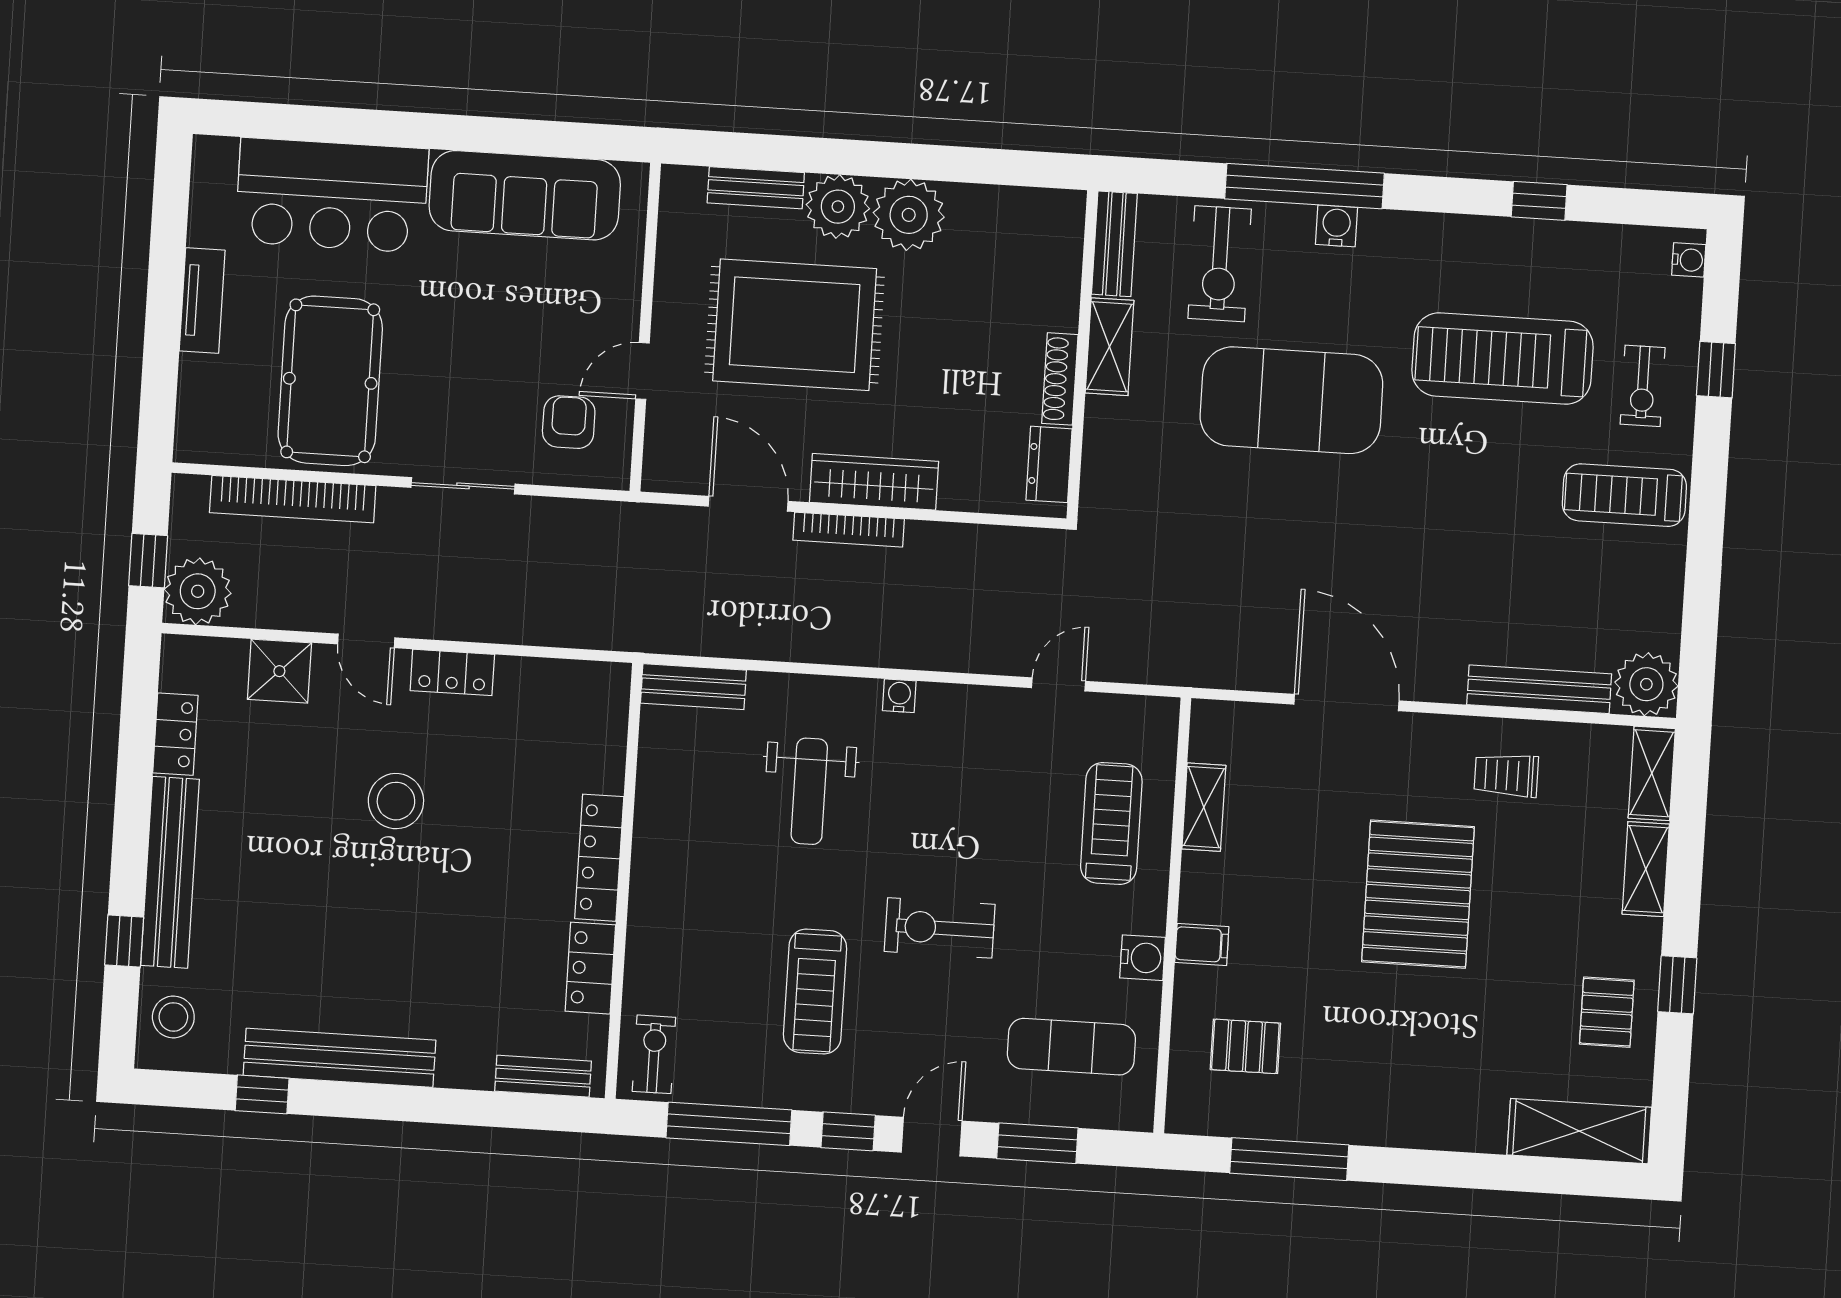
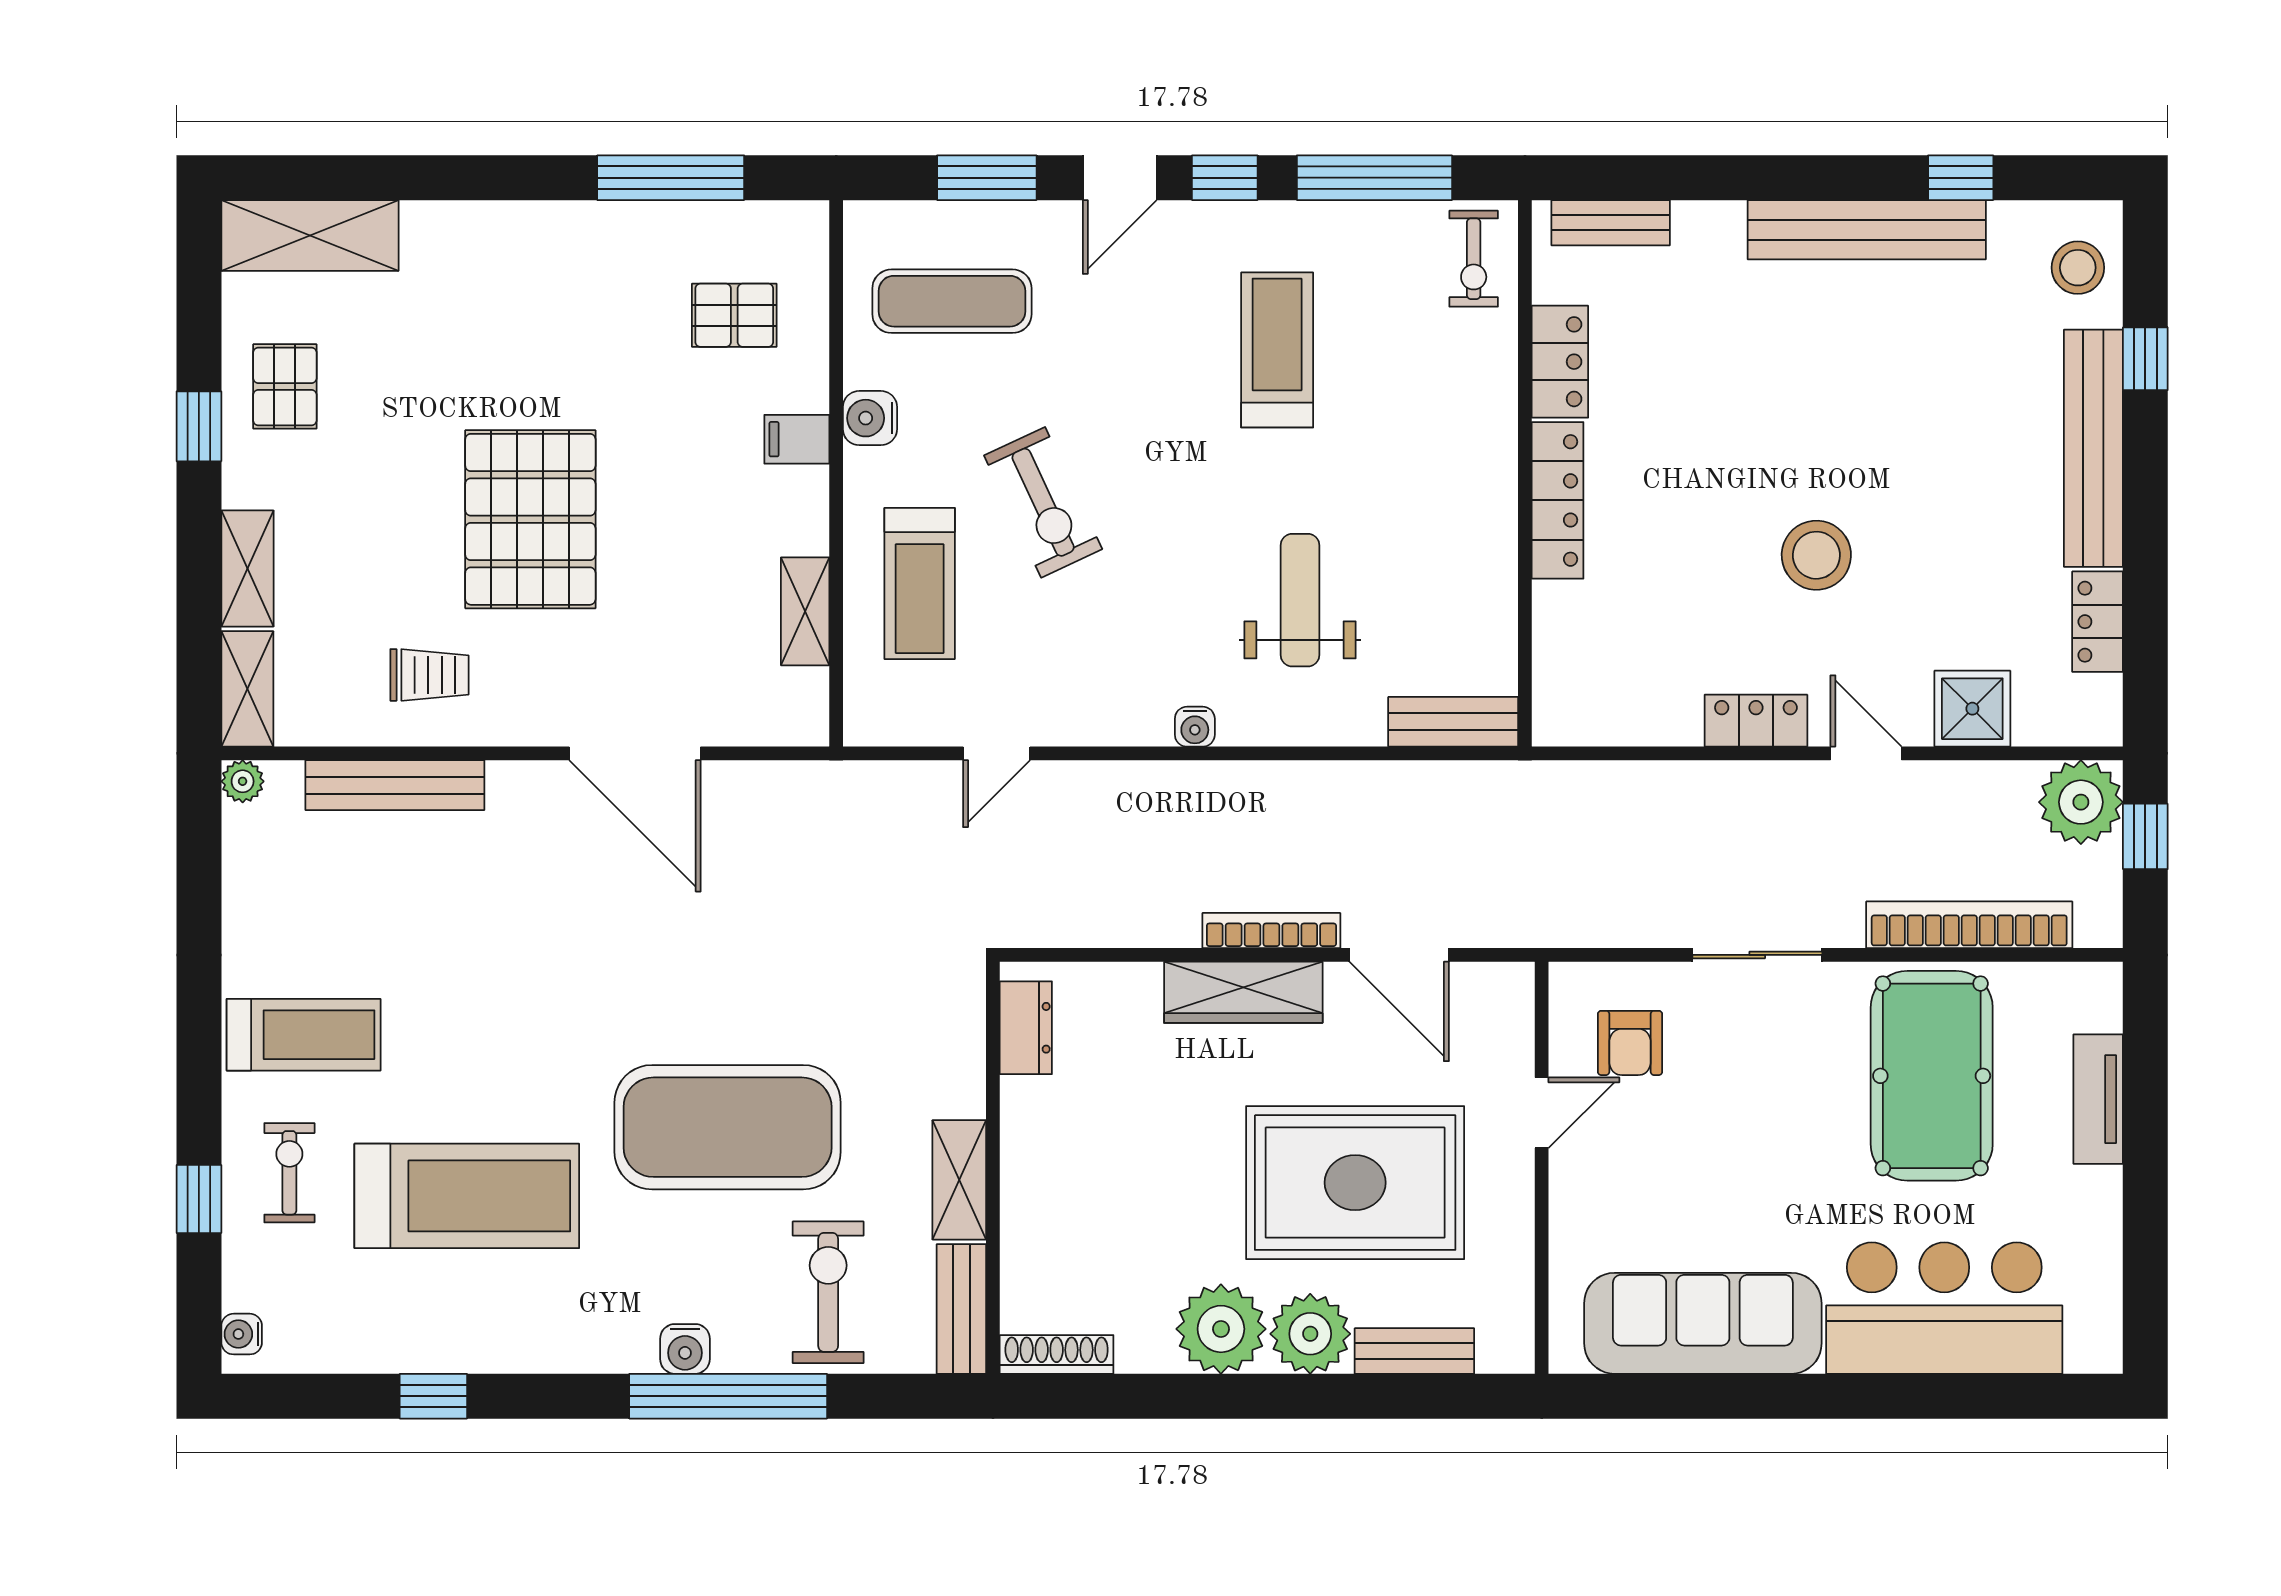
tv unit: (202, 301) -> (2098, 1099), moved
shoe rack: (1060, 379) -> (1057, 1354), moved, turned -90
plant: (1646, 684) -> (243, 781), width x0.53, depth x0.53
exercise bike: (940, 928) -> (1043, 502), moved, turned 65

